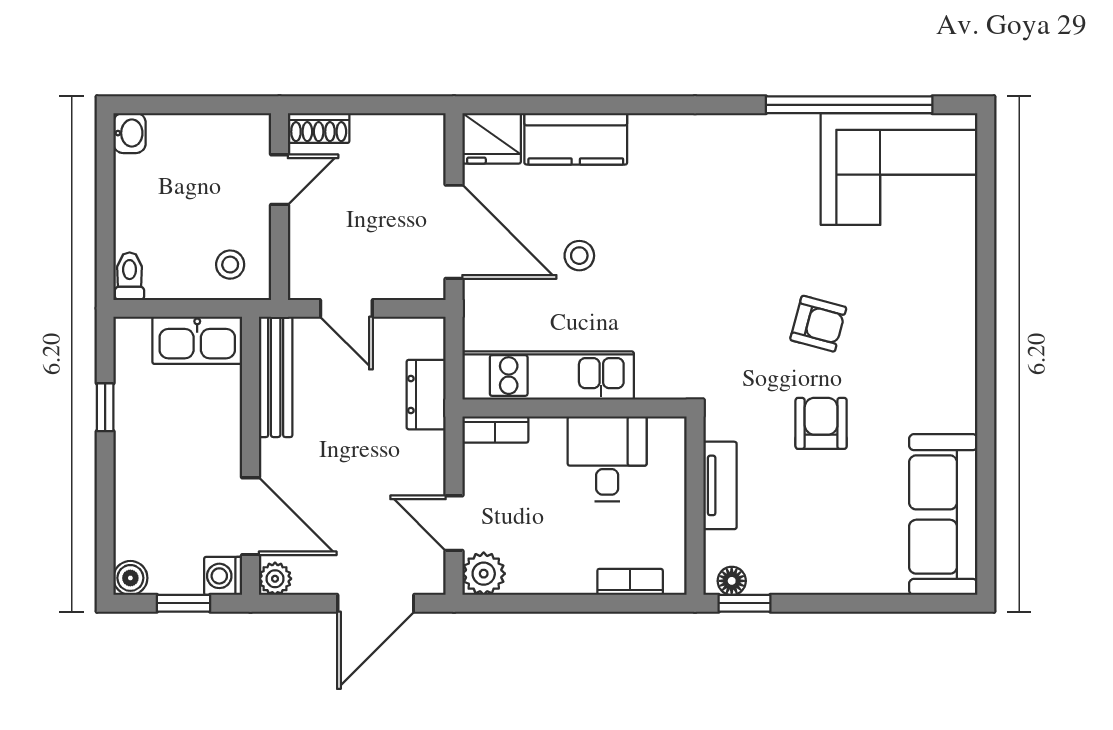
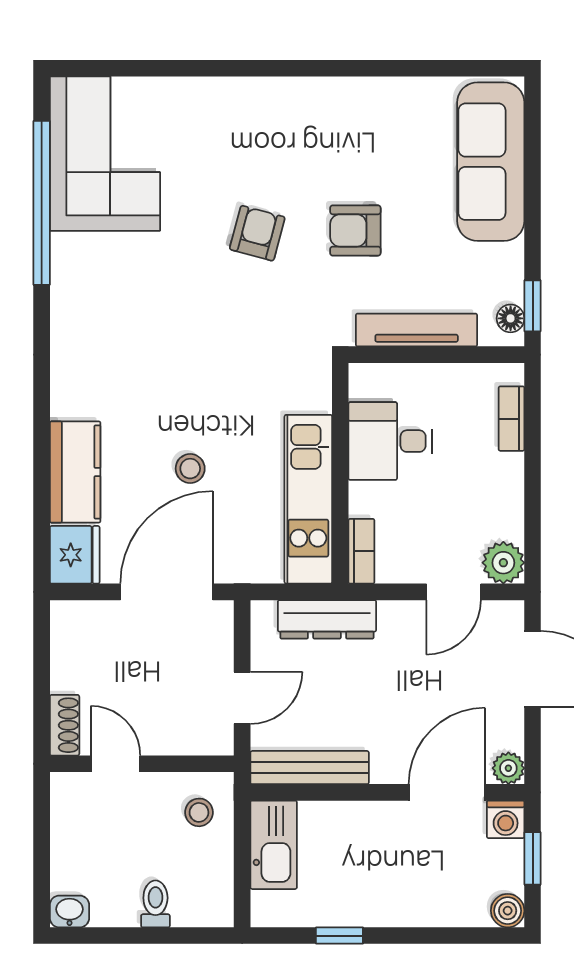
toilet: (130, 276) -> (155, 904), moved, turned 90
dresser: (426, 395) -> (327, 619), width x1.44
tv unit: (720, 485) -> (417, 330), width x1.41
sofa: (943, 515) -> (491, 162), moved, turned 90

